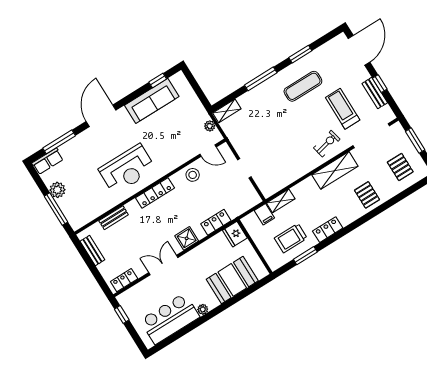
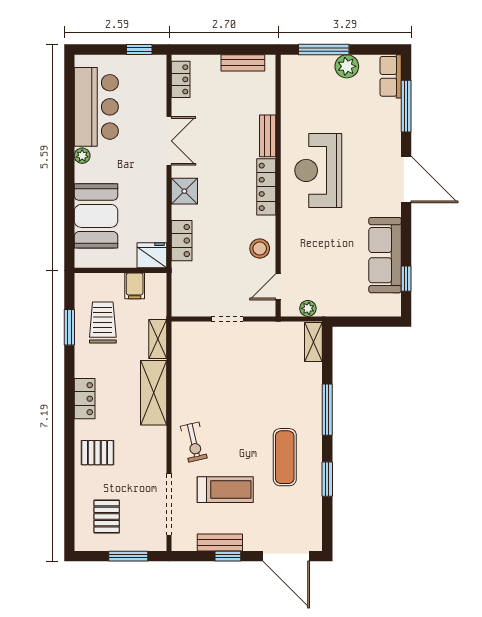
pallet: (400, 167) -> (107, 516), turned 90
shelving: (335, 170) -> (154, 393), moved
filing cabinet: (264, 214) -> (135, 286), moved, turned -90
bench: (114, 218) -> (268, 136), moved
locker: (328, 230) -> (85, 399), moved

